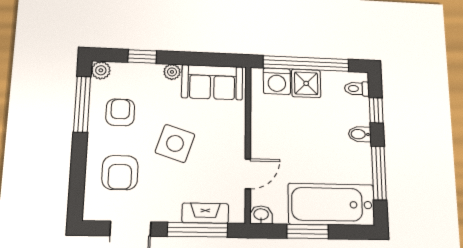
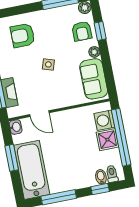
armchair: (120, 112) -> (82, 31), moved, turned 90
bidet: (360, 134) -> (101, 177), moved
side table: (175, 143) -> (48, 64), width x0.54, depth x0.54

